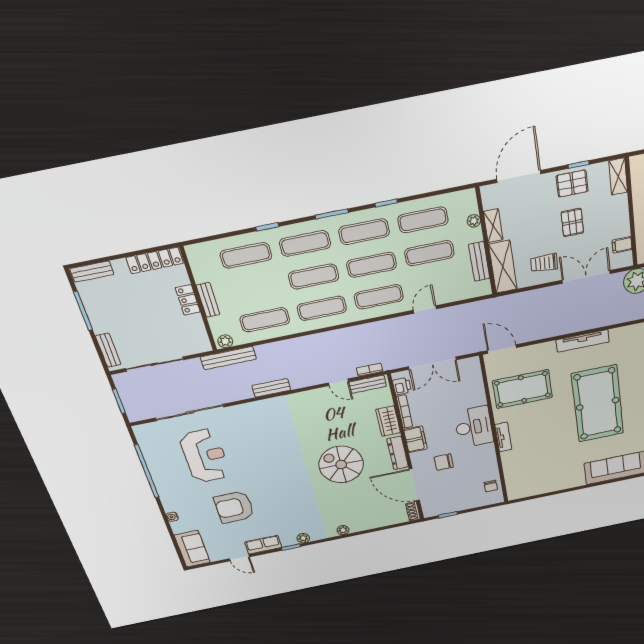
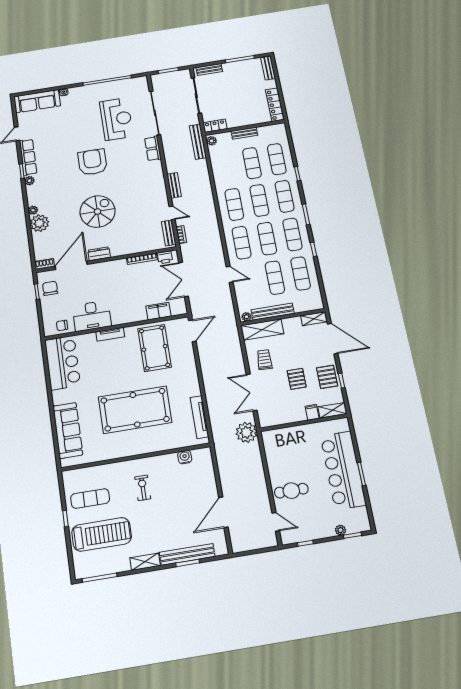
plant: (474, 221) -> (246, 317), moved
pallet: (572, 222) -> (297, 379), turned 90
shelving: (493, 226) -> (314, 319), moved
filing cabinet: (622, 245) -> (312, 412), moved
bench: (479, 261) -> (273, 312), width x1.36
double door: (586, 277) -> (252, 392), swing flipped
locker: (188, 300) -> (215, 126), moved
exercise mat: (265, 320) -> (252, 163), moved
tv unit: (583, 341) -> (199, 417), moved
door: (338, 382) -> (172, 213), swing flipped
bench: (271, 388) -> (174, 185), moved
row of seats: (245, 411) -> (153, 148), added
wardrobe: (388, 421) -> (134, 247), removed
desk: (474, 427) -> (92, 316), moved
filing cabinet: (415, 439) -> (158, 311), moved, turned 180
dresser: (398, 453) -> (99, 254), width x0.70
reception desk: (205, 456) -> (116, 119), turned -90
chair: (444, 462) -> (50, 288), moved
bar counter: (536, 481) -> (63, 363), added
armchair: (234, 507) -> (93, 162), moved
plant: (360, 522) -> (39, 223), added
row of seats: (263, 545) -> (28, 157), width x1.48
sofa: (192, 549) -> (37, 101), width x1.36

